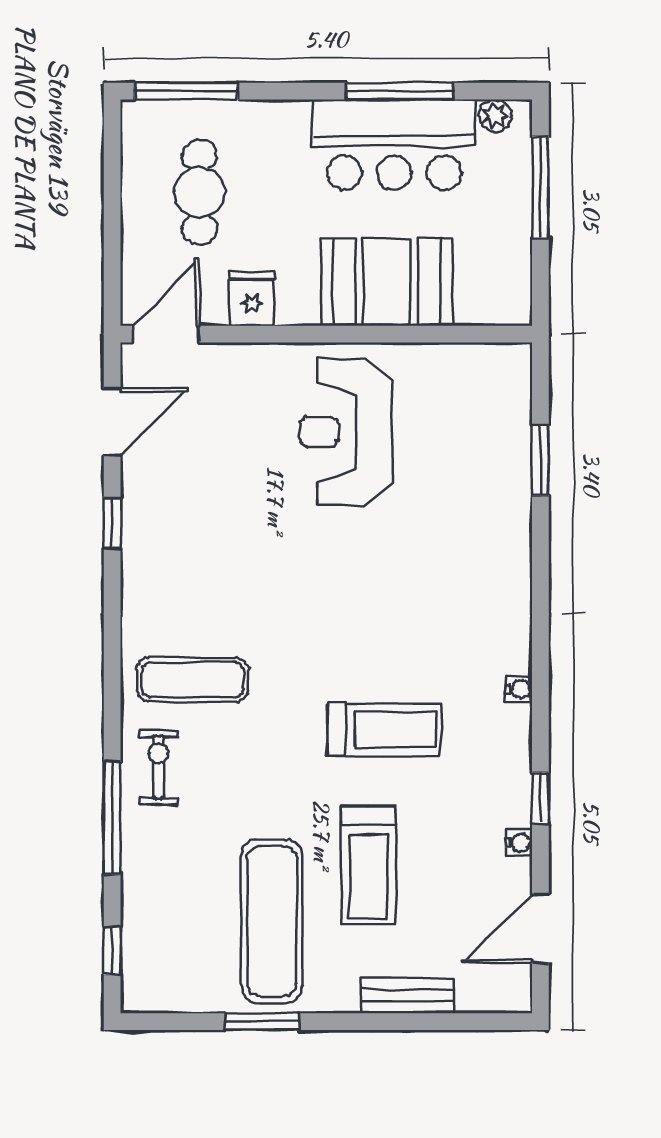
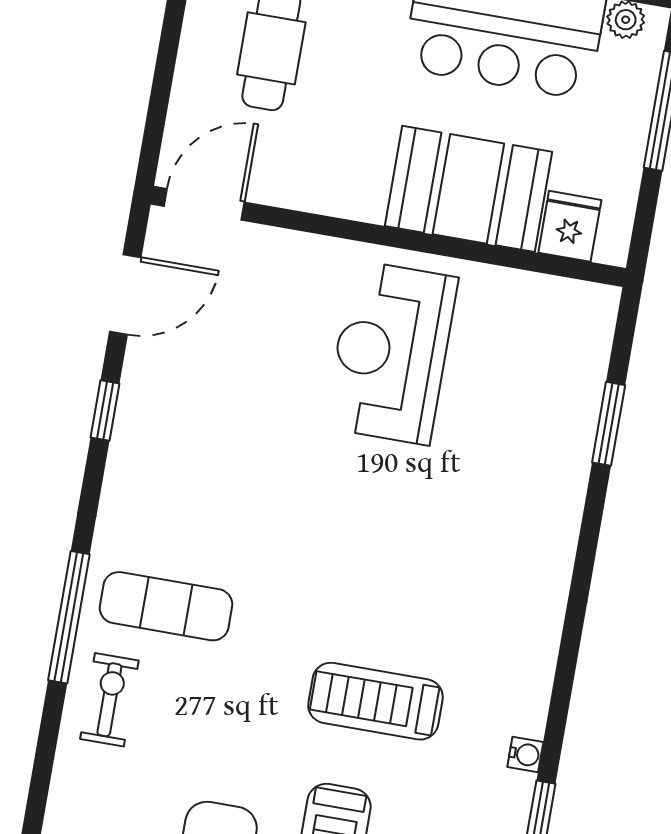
fridge: (252, 299) -> (570, 226), moved
water cooler: (519, 689) -> (525, 754), moved
treadmill: (384, 729) -> (375, 701), turned 180
window: (112, 818) -> (69, 617), moved

